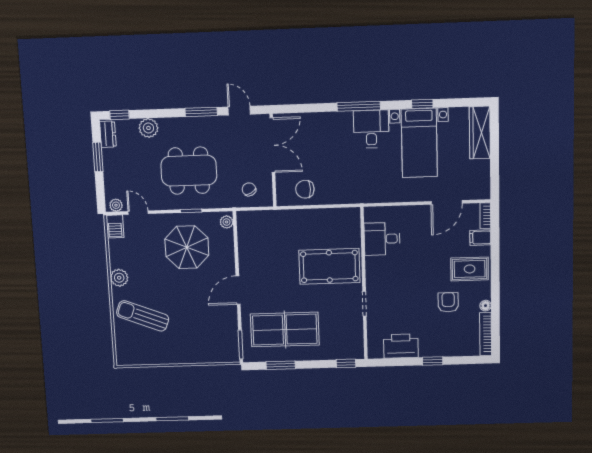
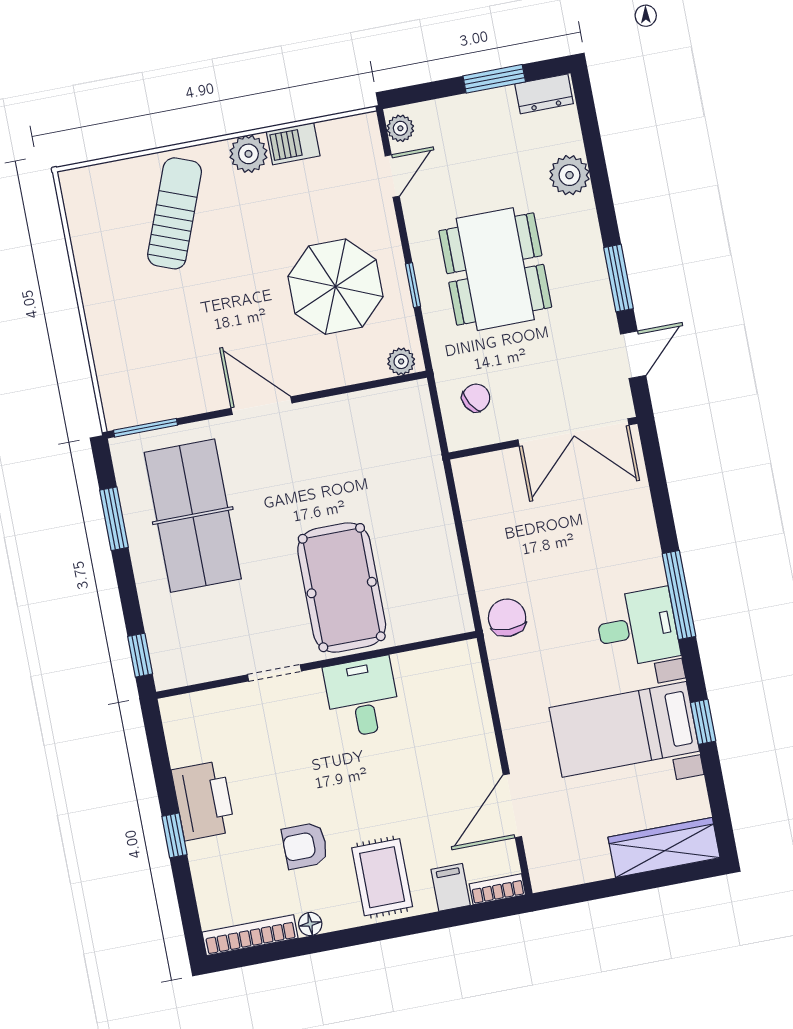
window: (119, 115) -> (587, 113), removed
chair: (305, 189) -> (507, 618), moved
door: (447, 202) -> (512, 806), hinge flipped
barbecue: (115, 226) -> (293, 144), moved
desk: (382, 239) -> (362, 697), moved
armchair: (448, 302) -> (305, 846), turned 180
printer: (401, 346) -> (203, 801), moved

